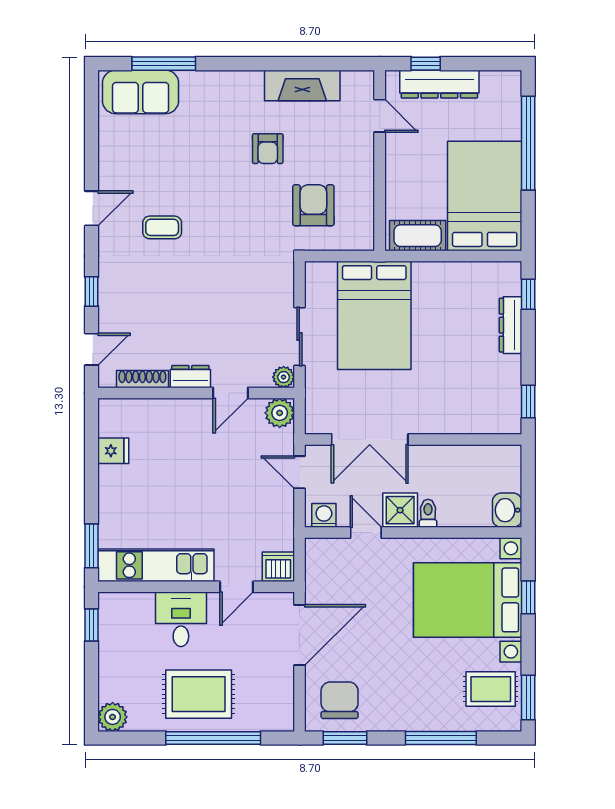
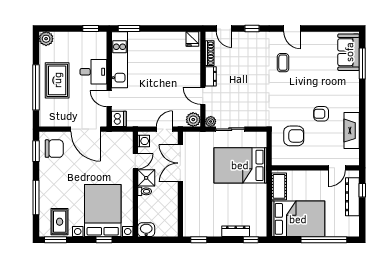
fridge: (113, 451) -> (192, 39), moved

